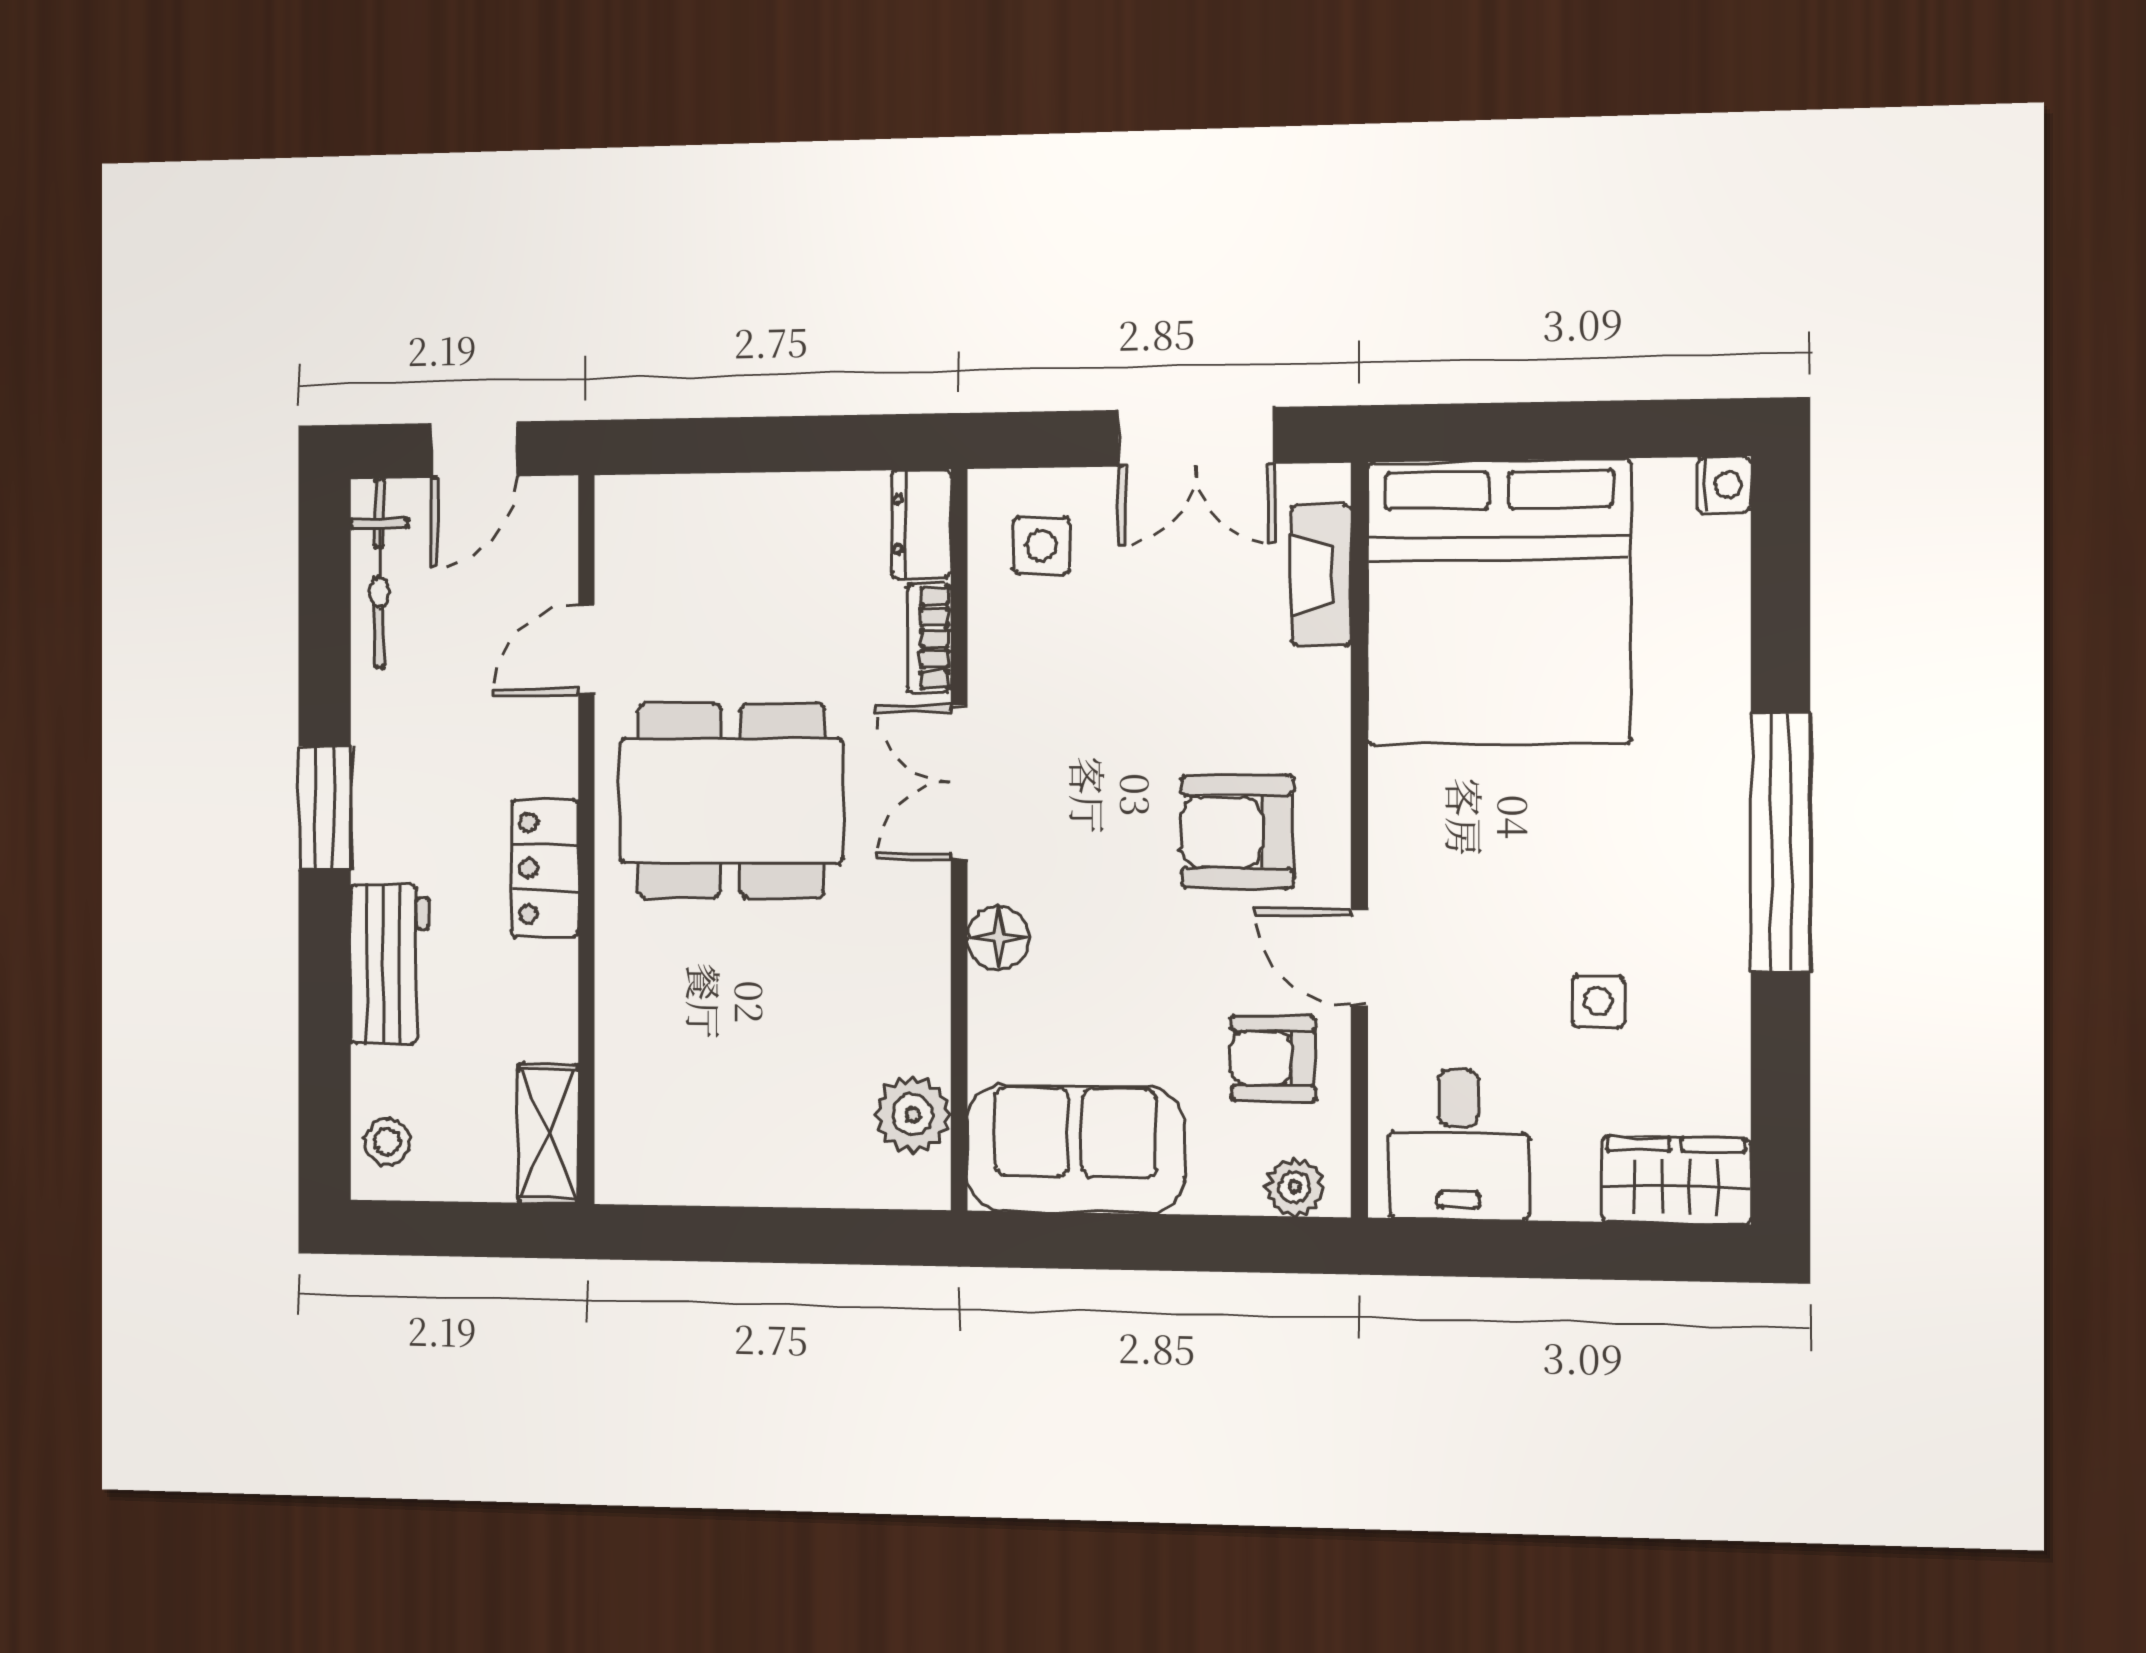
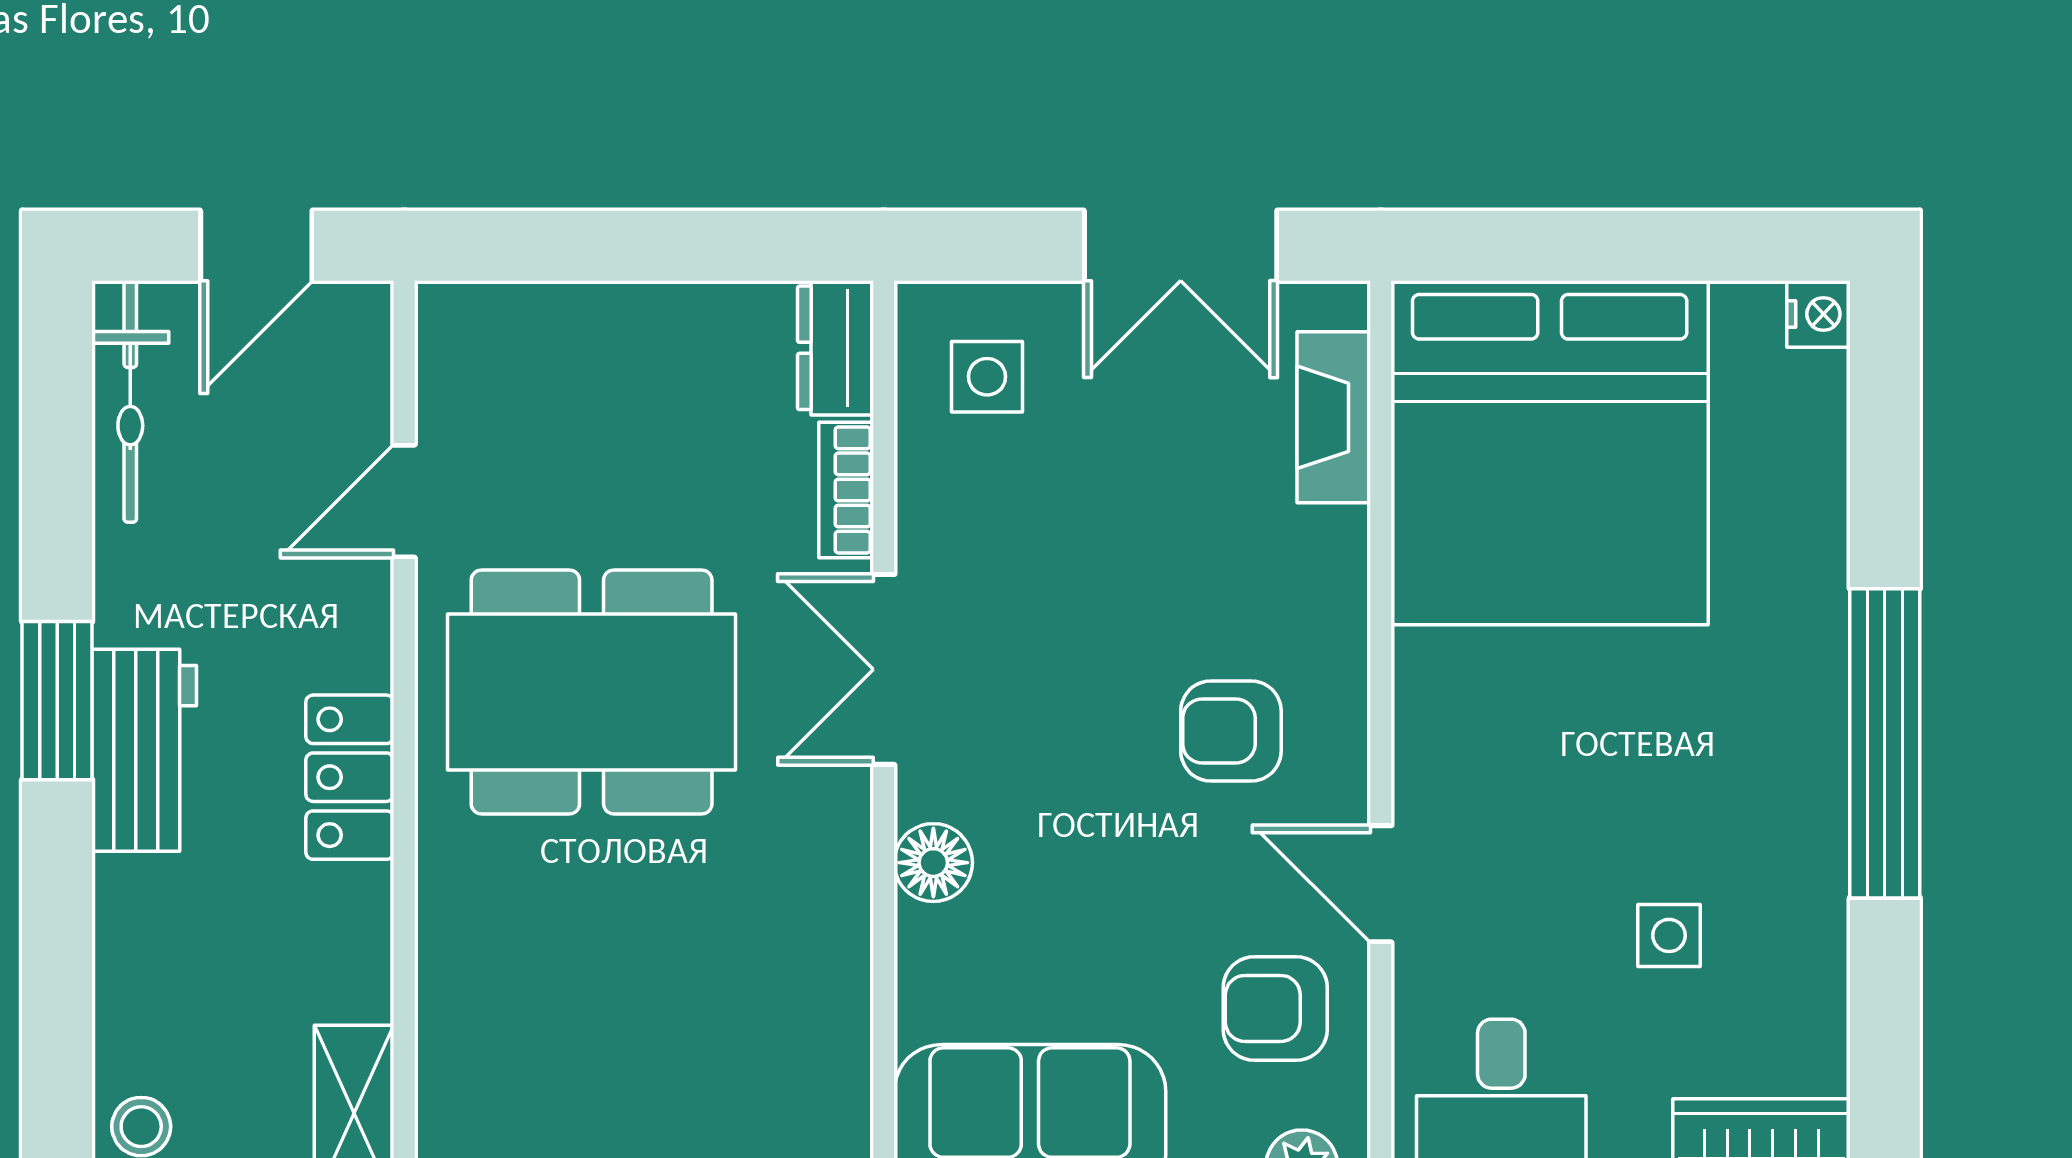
armchair: (1237, 832) -> (1231, 731), width x0.72, depth x0.72
workbench: (390, 964) -> (144, 750), moved
plant: (913, 1115) -> (825, 1083), removed

